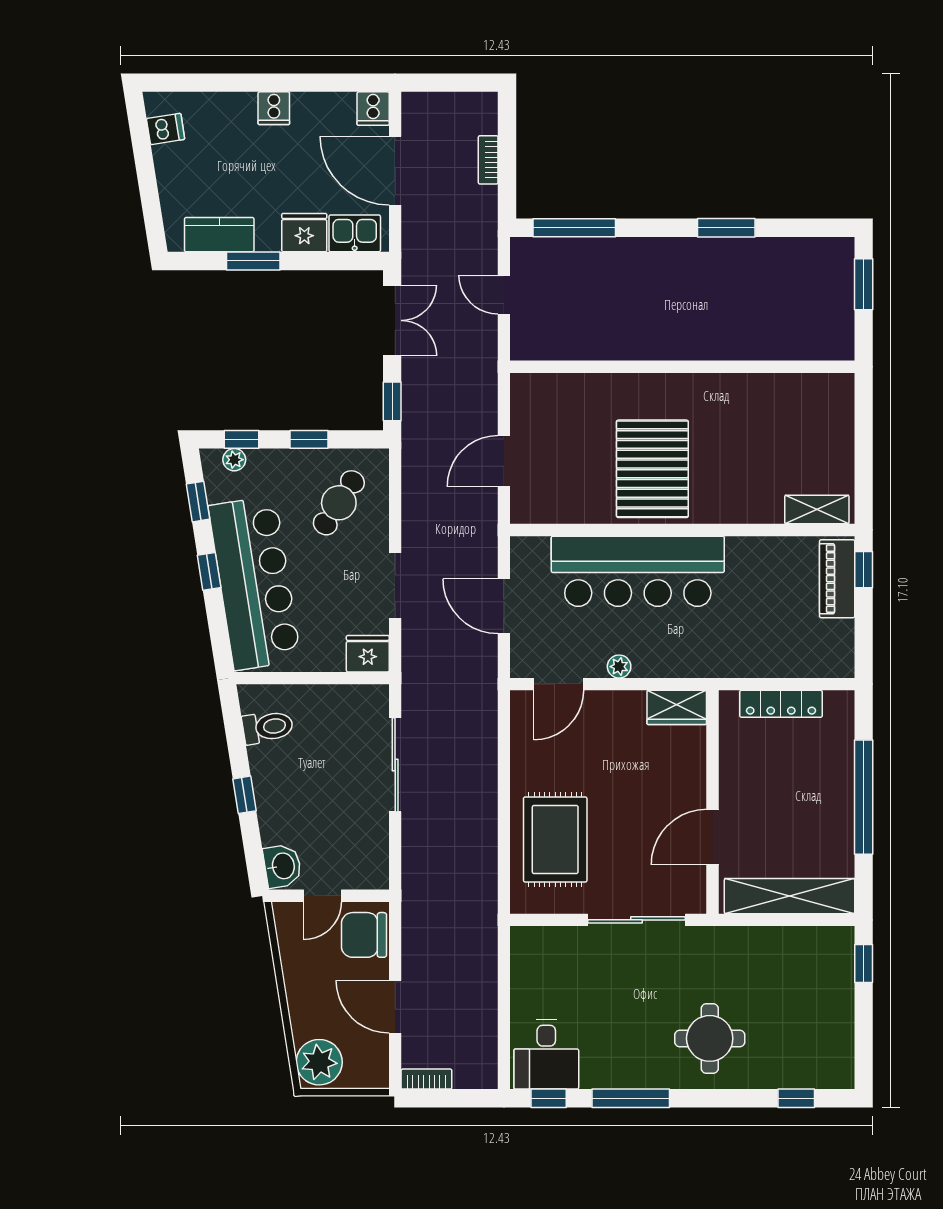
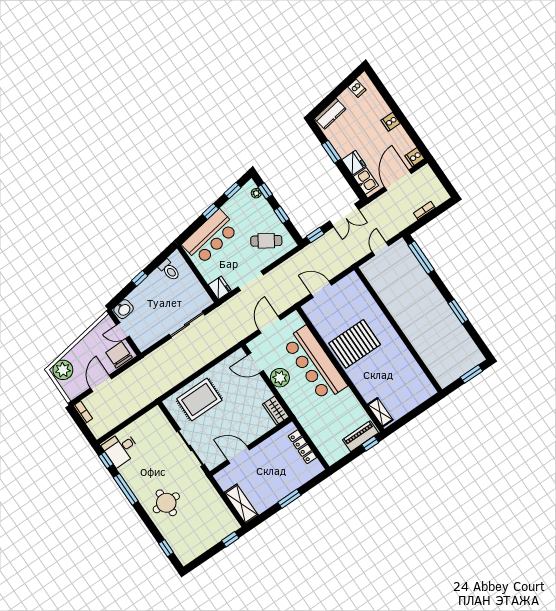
kitchen counter: (219, 235) -> (330, 114), moved, turned 81
bar counter: (255, 583) -> (210, 237), width x0.73
plant: (619, 667) -> (280, 378), width x1.87, depth x1.87
window: (864, 797) -> (289, 499), width x0.47
shelving: (790, 896) -> (241, 504), width x0.68

